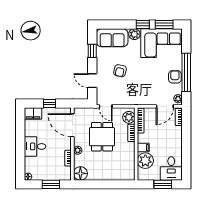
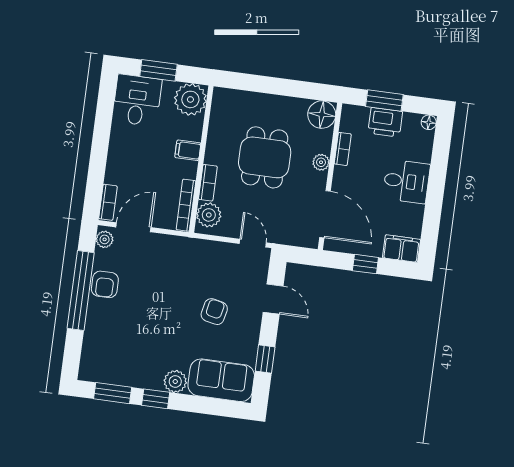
corner sofa: (161, 43) -> (124, 356), removed
dining table: (102, 137) -> (265, 157), moved
plant: (145, 161) -> (190, 99), moved
printer: (49, 174) -> (385, 122), added

